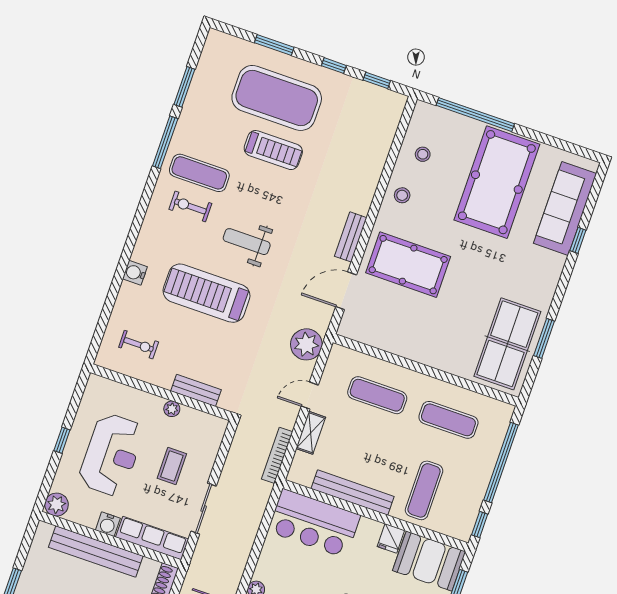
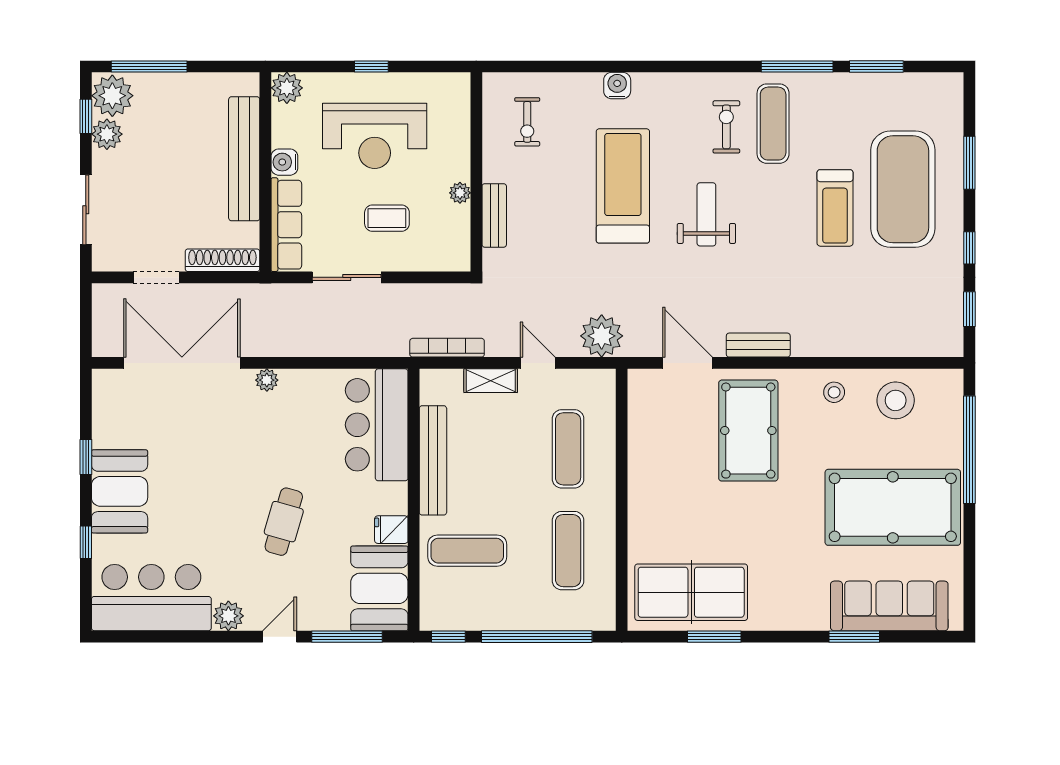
stool: (423, 154) -> (896, 400), width x1.89, depth x1.89
window: (578, 240) -> (854, 637), width x1.50

